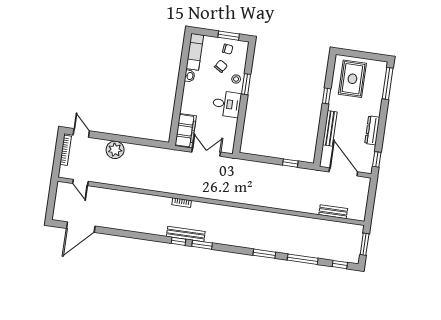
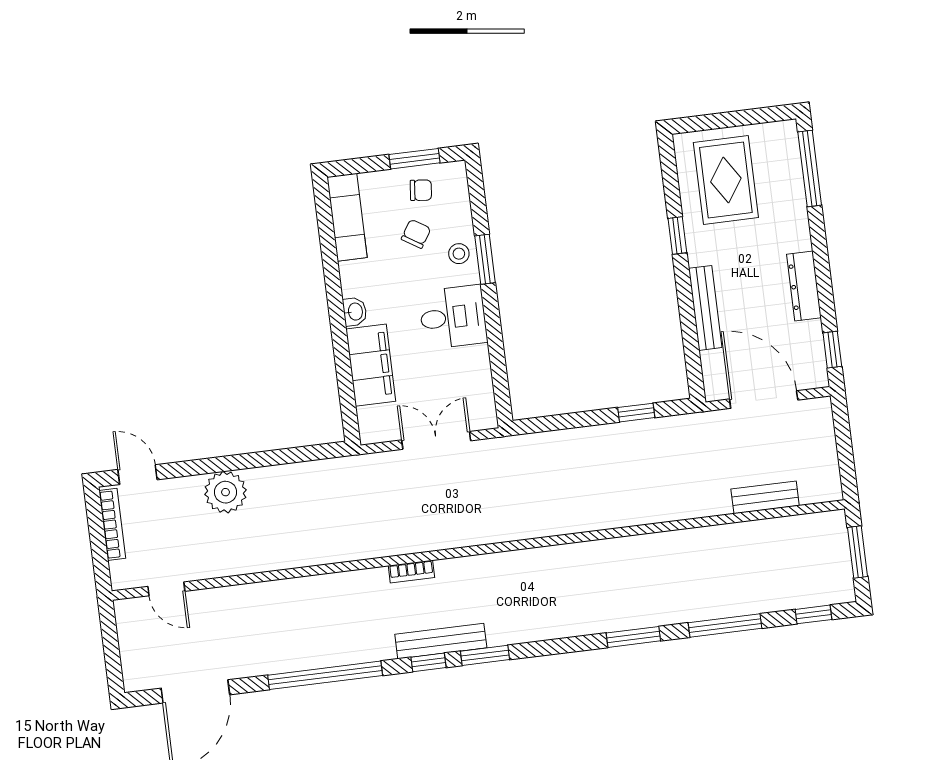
washbasin: (190, 76) -> (355, 312), moved
filing cabinet: (186, 131) -> (371, 365), moved
window: (135, 235) -> (325, 675), added

